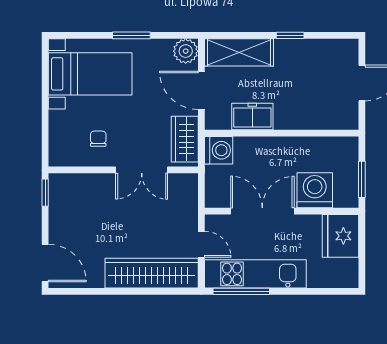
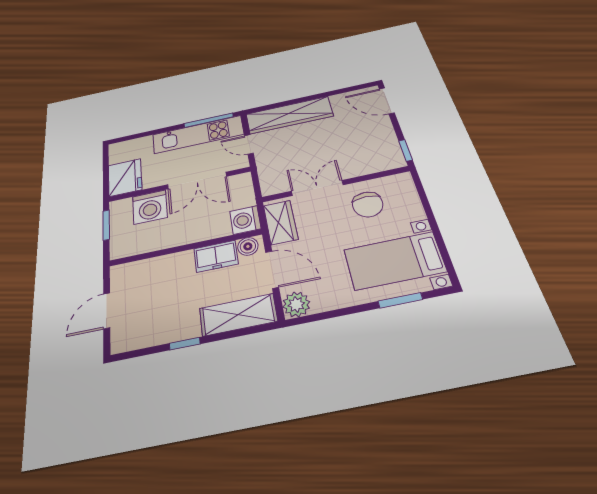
window: (131, 35) -> (400, 300), moved
boiler: (220, 120) -> (248, 246), added
chair: (98, 139) -> (368, 204), width x1.87, depth x1.87

